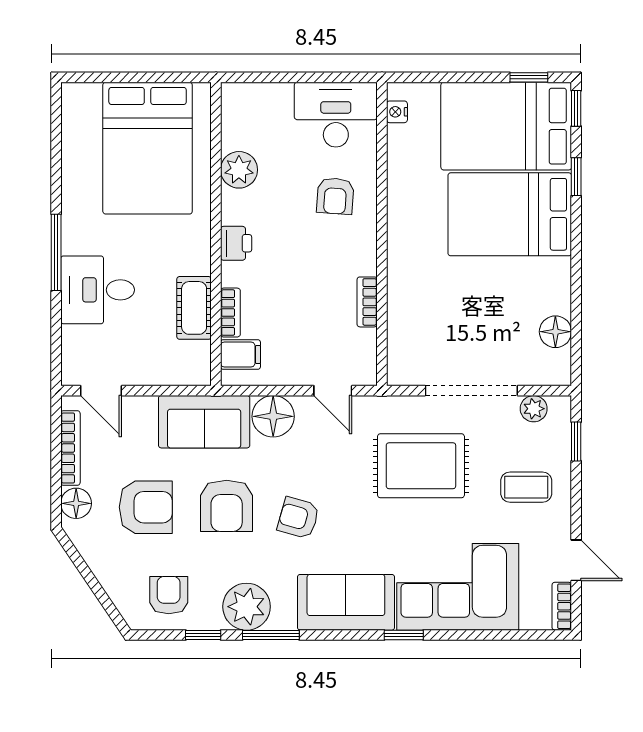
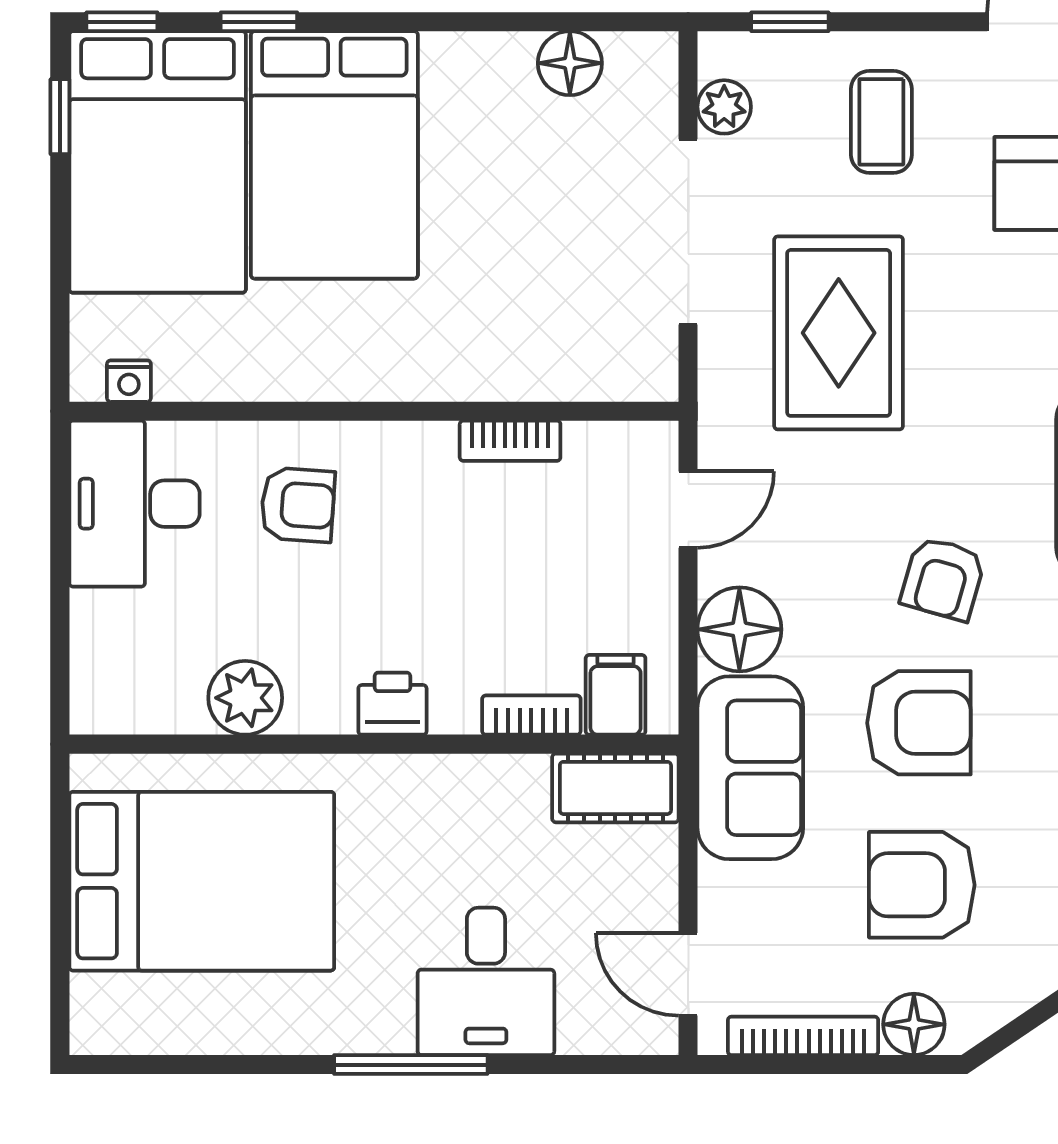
cot: (194, 308) -> (615, 788), moved
door: (101, 391) -> (688, 974), swing flipped
armchair: (146, 507) -> (922, 885), turned -90

